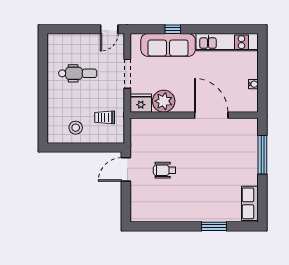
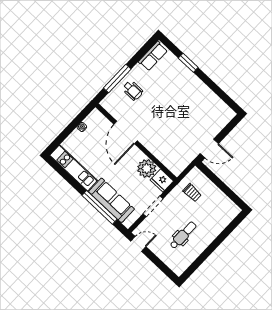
window: (173, 29) -> (100, 207), width x3.17
dental chair: (78, 73) -> (183, 235), turned 90
stool: (76, 128) -> (216, 203), removed
wheelchair: (164, 170) -> (133, 90), moved

